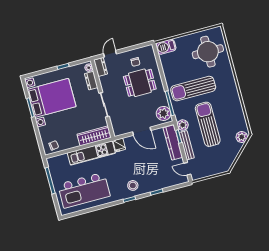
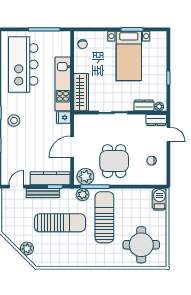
dining table: (140, 83) -> (114, 161), moved
bed with nightstands: (52, 98) -> (129, 56), width x0.73
plant: (183, 125) -> (83, 195), moved
plant: (242, 137) -> (27, 248), moved

